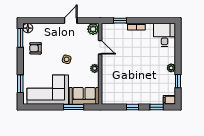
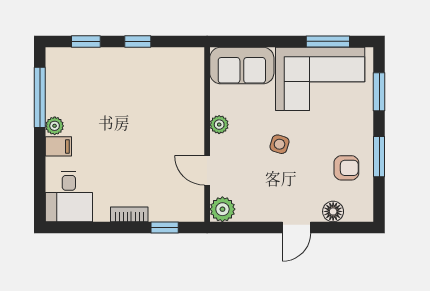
door: (71, 21) -> (296, 227), moved
floor lamp: (28, 28) -> (333, 211), moved
window: (20, 38) -> (379, 157), moved
window: (178, 81) -> (40, 97), width x2.17
filing cabinet: (169, 100) -> (58, 146), moved
window: (74, 107) -> (328, 41), moved

